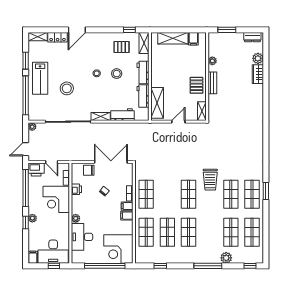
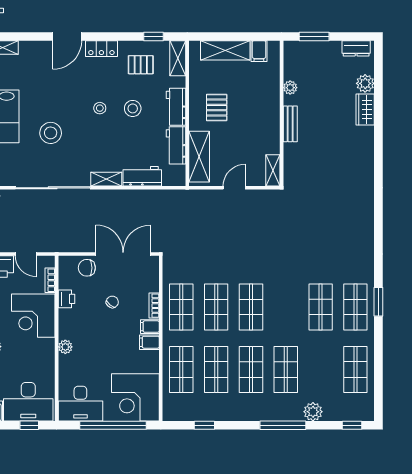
locker: (58, 37) -> (101, 49), moved
pallet: (196, 85) -> (217, 108), moved
trolley: (210, 180) -> (287, 283), removed
shop shelf: (167, 194) -> (216, 307), added
shop shelf: (231, 232) -> (286, 370), moved
desk: (82, 237) -> (80, 404), moved, turned -90

